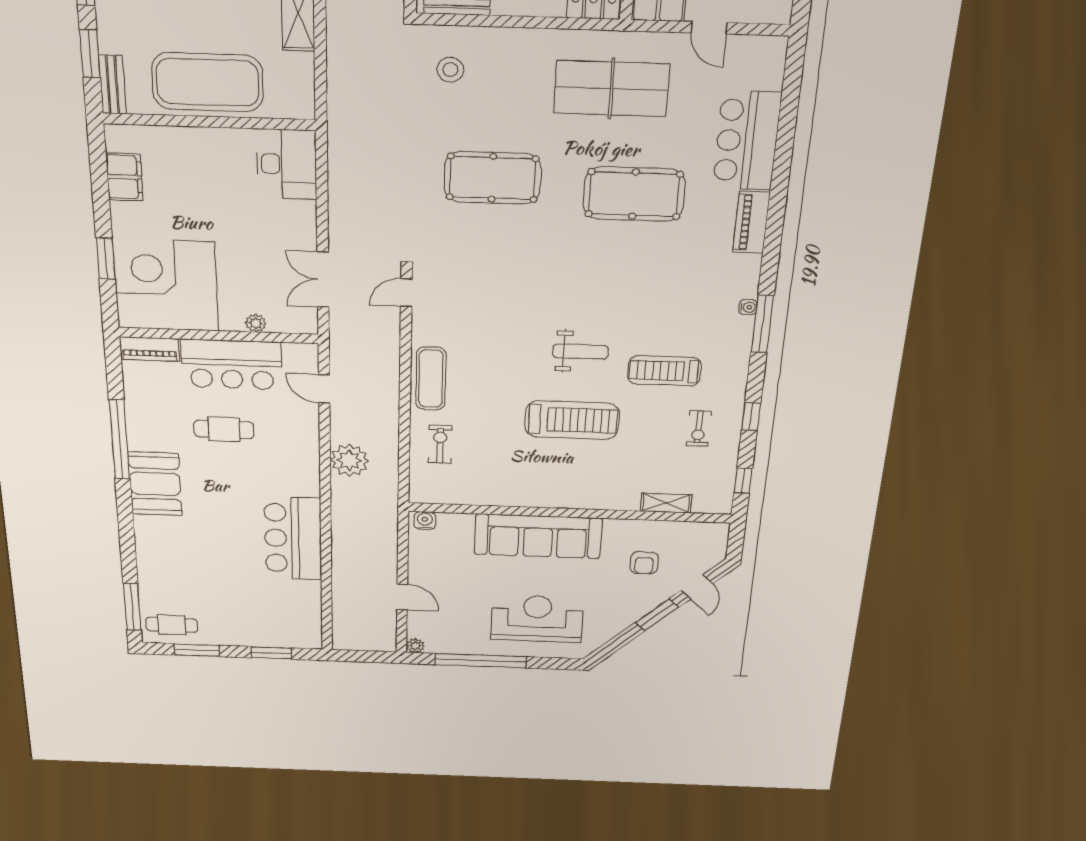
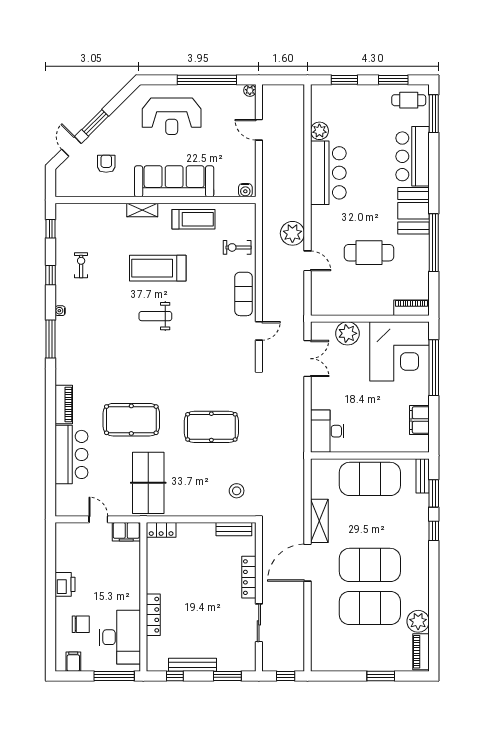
table tennis table: (611, 88) -> (148, 483), turned 90
window: (106, 259) -> (434, 368), width x2.11
door: (406, 293) -> (259, 331), moved
water cooler: (748, 307) -> (60, 311), moved
plant: (256, 323) -> (347, 333), width x1.87, depth x1.87
bar counter: (232, 364) -> (413, 156), moved, turned -90
treadmill: (664, 371) -> (194, 219), moved
door: (324, 389) -> (308, 261), moved
cafe table: (224, 429) -> (369, 253), width x1.37, depth x1.35
exercise bike: (440, 444) -> (237, 247), turned 90
shelving: (666, 503) -> (142, 210), moved
plant: (308, 592) -> (319, 131), added

